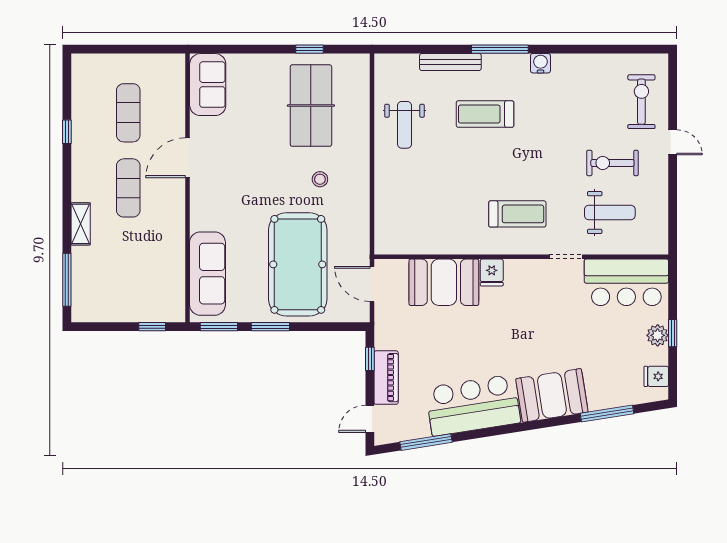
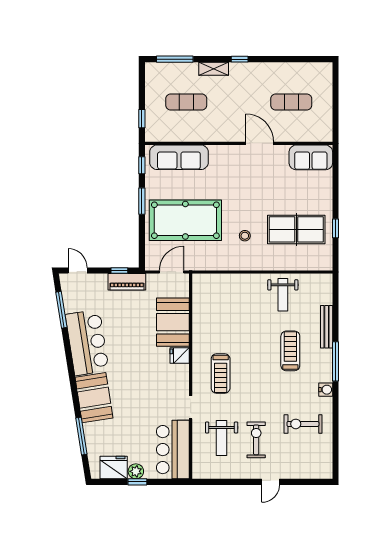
exercise bike: (641, 102) -> (303, 424), moved, turned 180
weight bench: (404, 125) -> (283, 295), turned -90
window: (67, 132) -> (240, 59), moved
exercise mat: (128, 188) -> (186, 102), moved
window: (219, 327) -> (142, 165), width x0.67
fridge: (656, 376) -> (114, 468), width x1.88, depth x1.34
piano: (386, 378) -> (127, 282), moved

